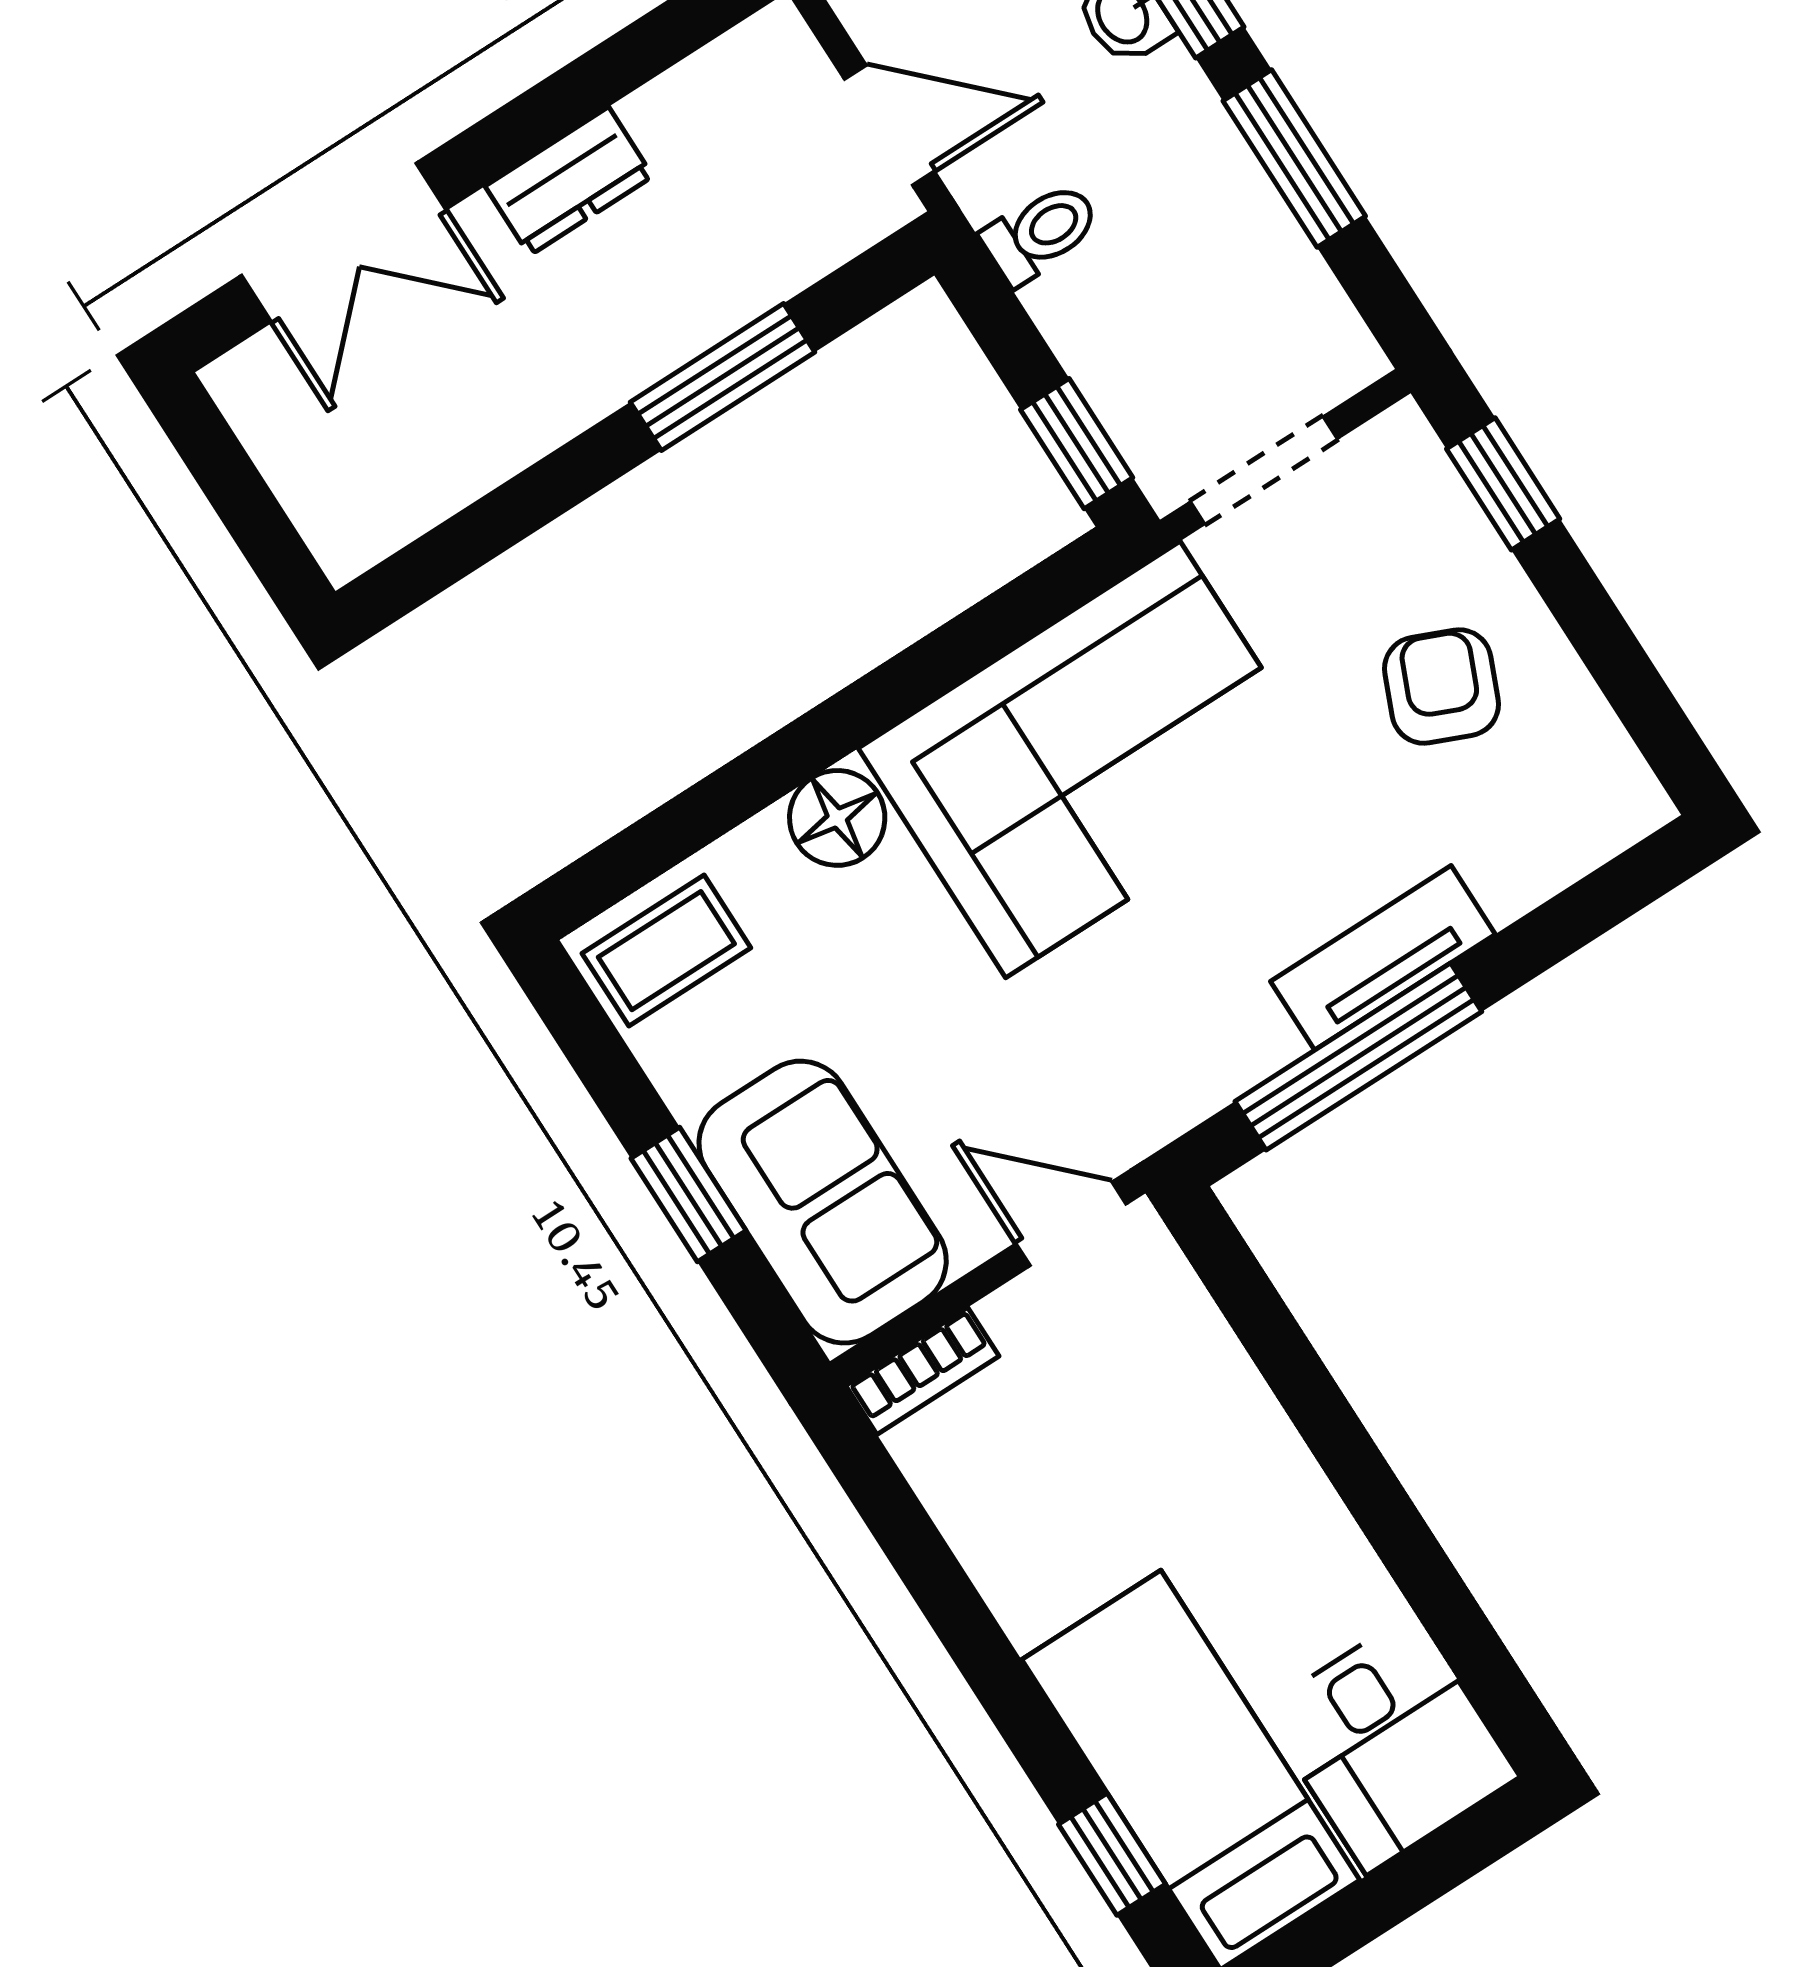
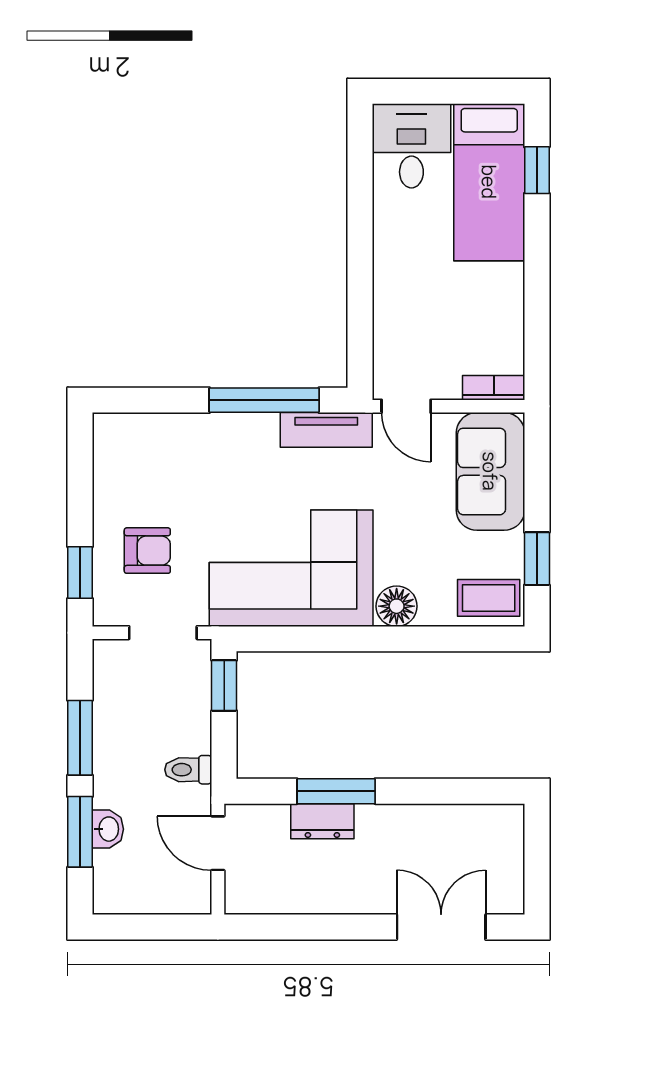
dresser: (569, 181) -> (322, 821), moved, turned 180
armchair: (1442, 686) -> (147, 551), moved, turned -113
tv unit: (1383, 958) -> (326, 430), moved
window: (688, 1194) -> (537, 559), moved

